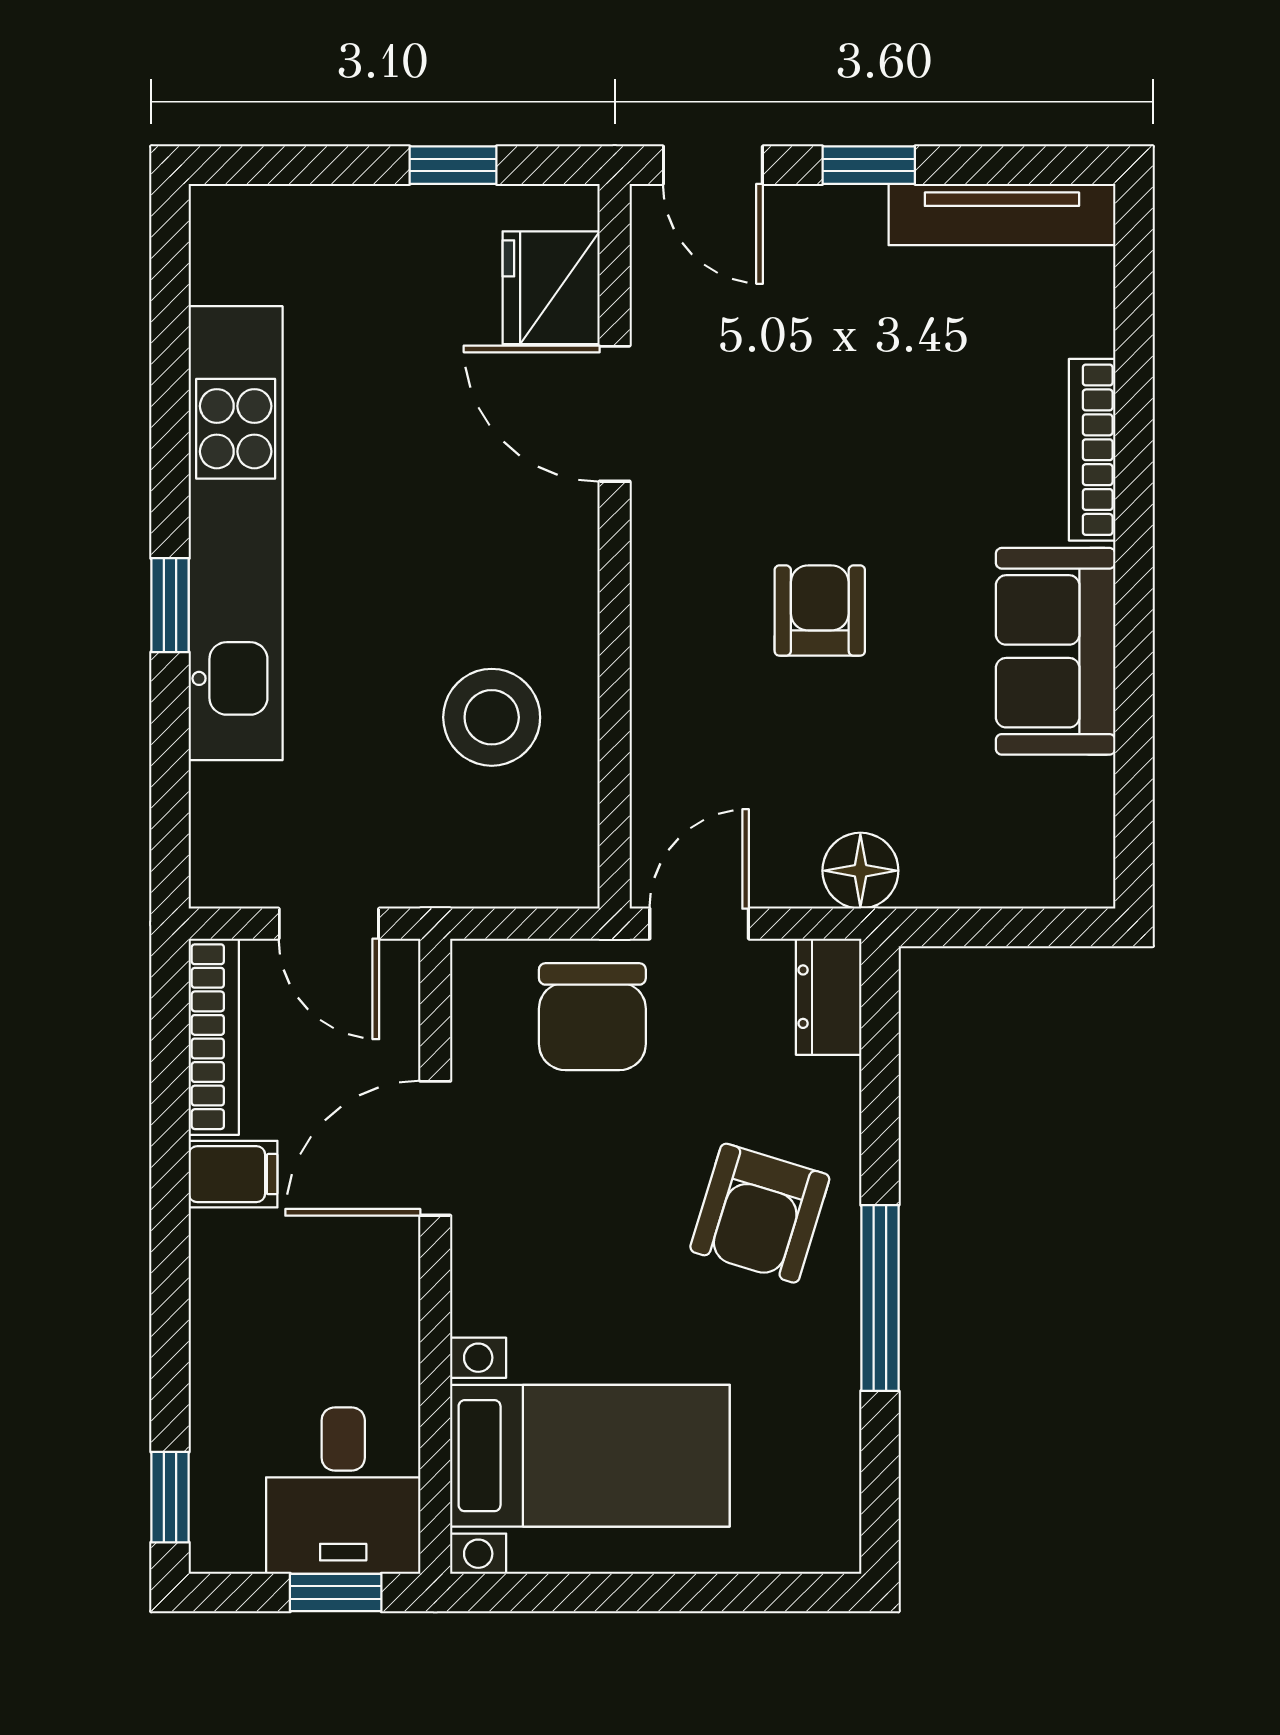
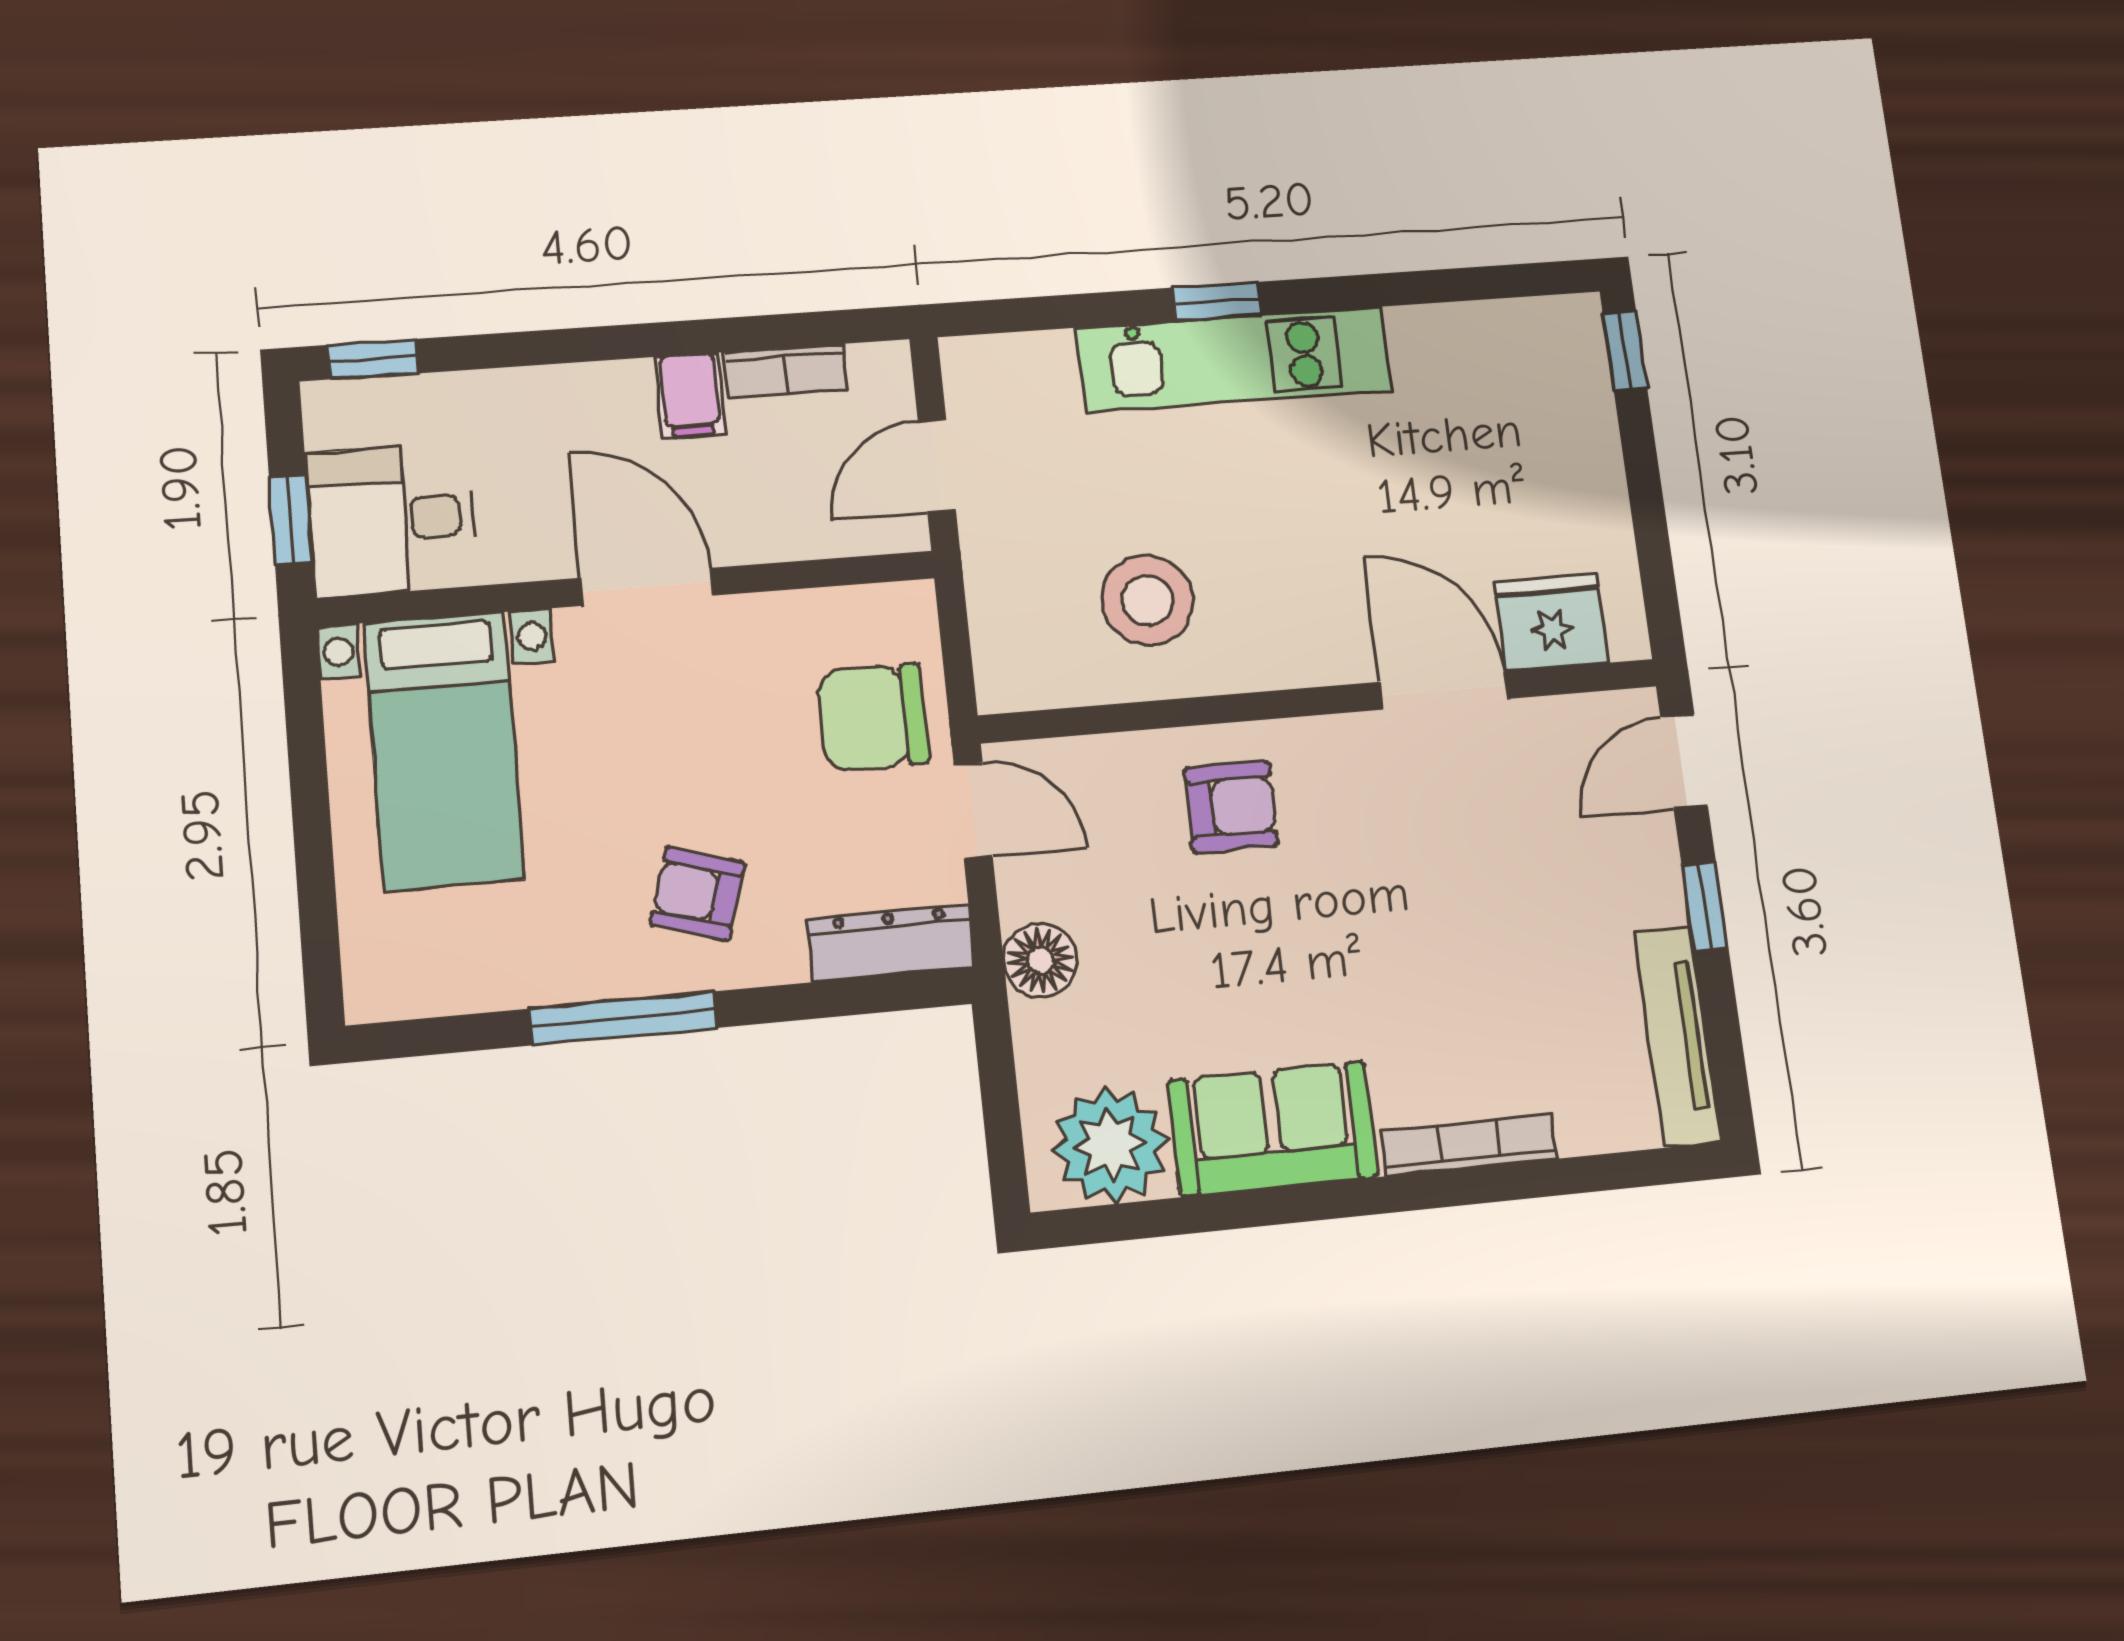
window: (453, 165) -> (1625, 351), moved
door: (615, 414) -> (1444, 690), hinge flipped
kitchen unit: (236, 533) -> (1234, 359), width x0.73
armchair: (820, 611) -> (1231, 807), moved
plant: (1056, 820) -> (1110, 1145), added
dresser: (829, 997) -> (891, 943), width x1.44
bookcase: (214, 1037) -> (786, 371), width x0.64
door: (435, 1148) -> (646, 587), moved
armchair: (760, 1213) -> (697, 894), width x0.72, depth x0.72

